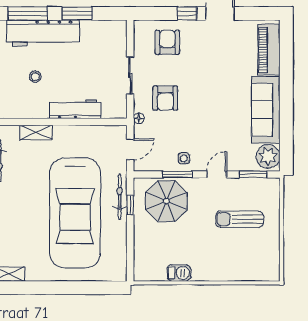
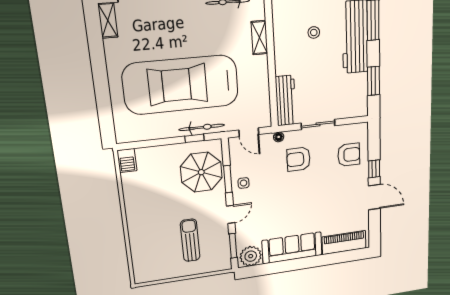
window: (77, 13) -> (373, 81), moved
workbench: (75, 109) -> (286, 101), moved
door: (217, 174) -> (231, 214), hinge flipped
barbecue: (179, 273) -> (127, 161), moved

